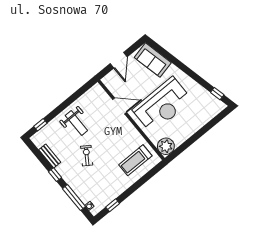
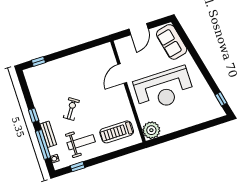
door: (120, 106) -> (122, 74), swing flipped
weight bench: (76, 123) -> (81, 142), moved, turned -90
bench: (50, 156) -> (48, 134), moved

